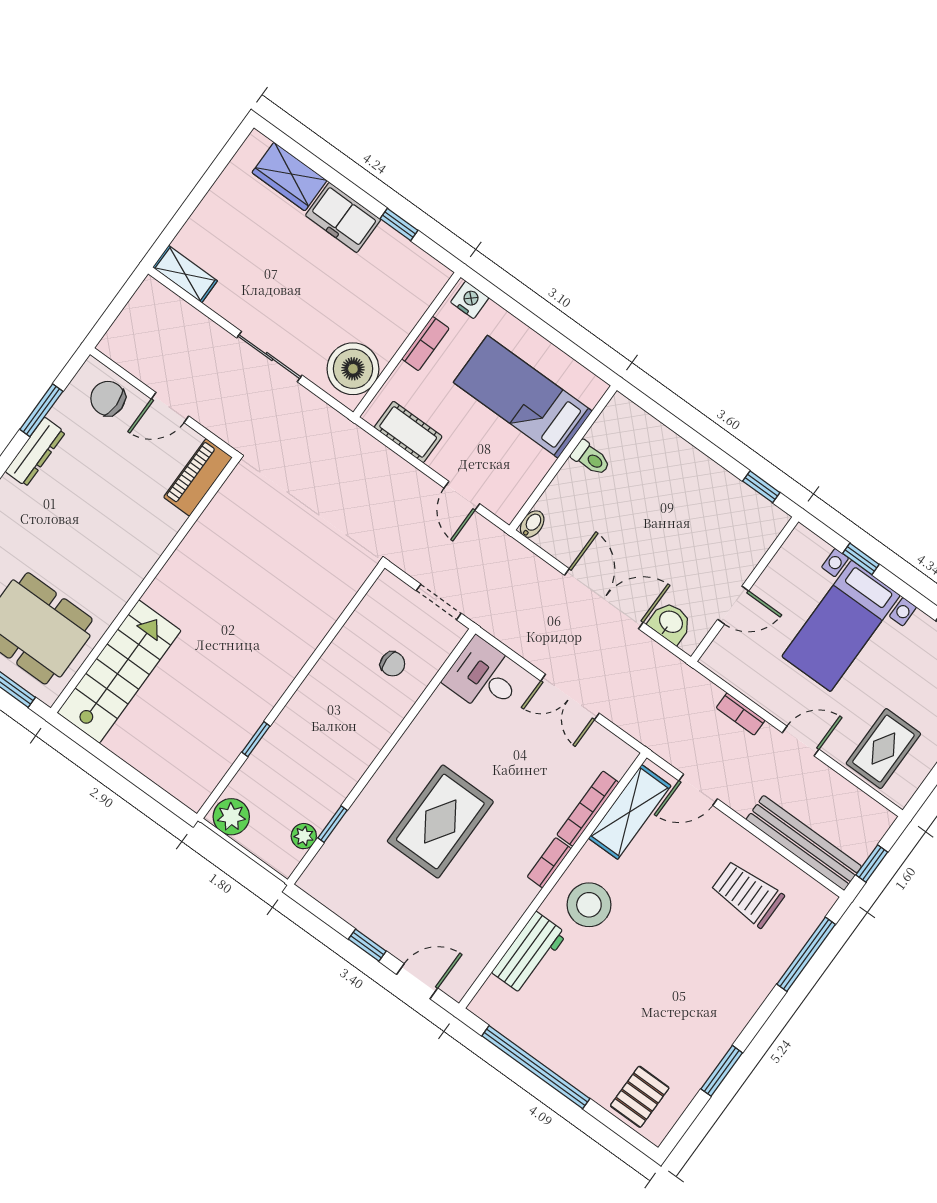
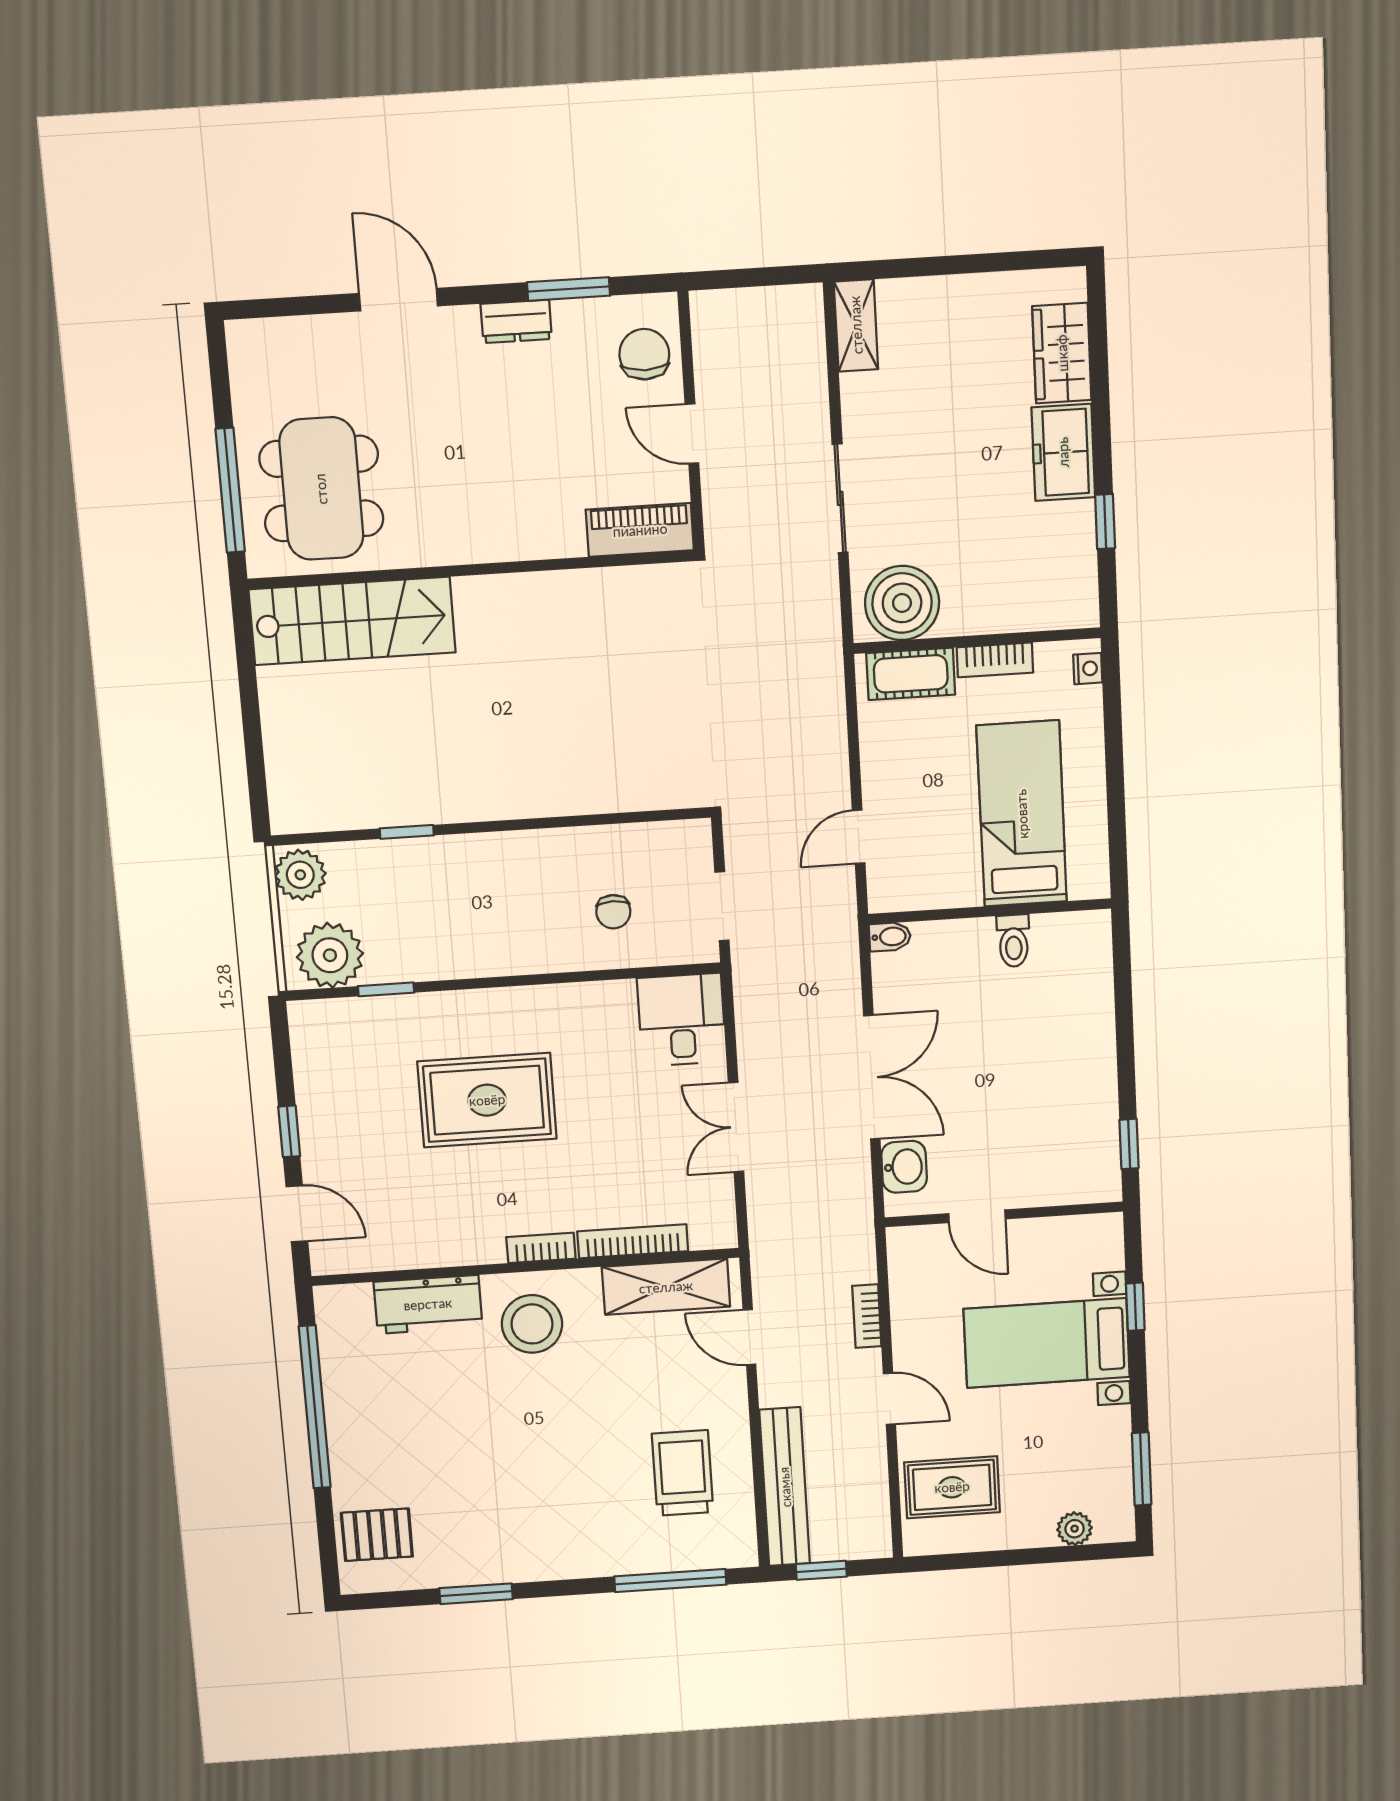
nightstand: (470, 300) -> (1088, 669), width x0.72, depth x0.74
cot: (408, 432) -> (911, 674), moved, turned 90
dresser: (35, 452) -> (516, 321), width x0.70
plant: (304, 836) -> (330, 955), width x1.88, depth x1.88

